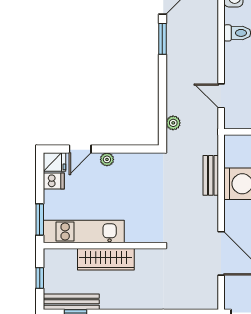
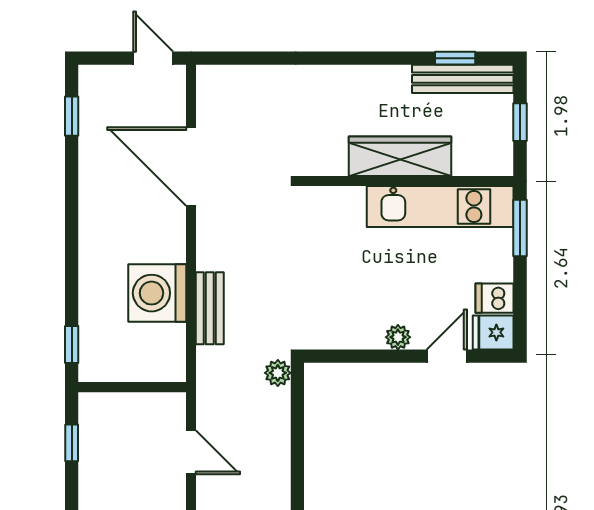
plant: (173, 123) -> (278, 373), moved

